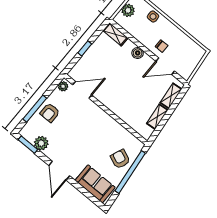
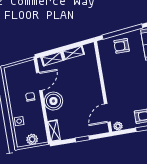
boiler: (138, 53) -> (53, 101), width x1.86, depth x1.86
door: (165, 66) -> (39, 82), hinge flipped
door: (82, 90) -> (107, 113), hinge flipped
armchair: (120, 159) -> (122, 46), turned 68

